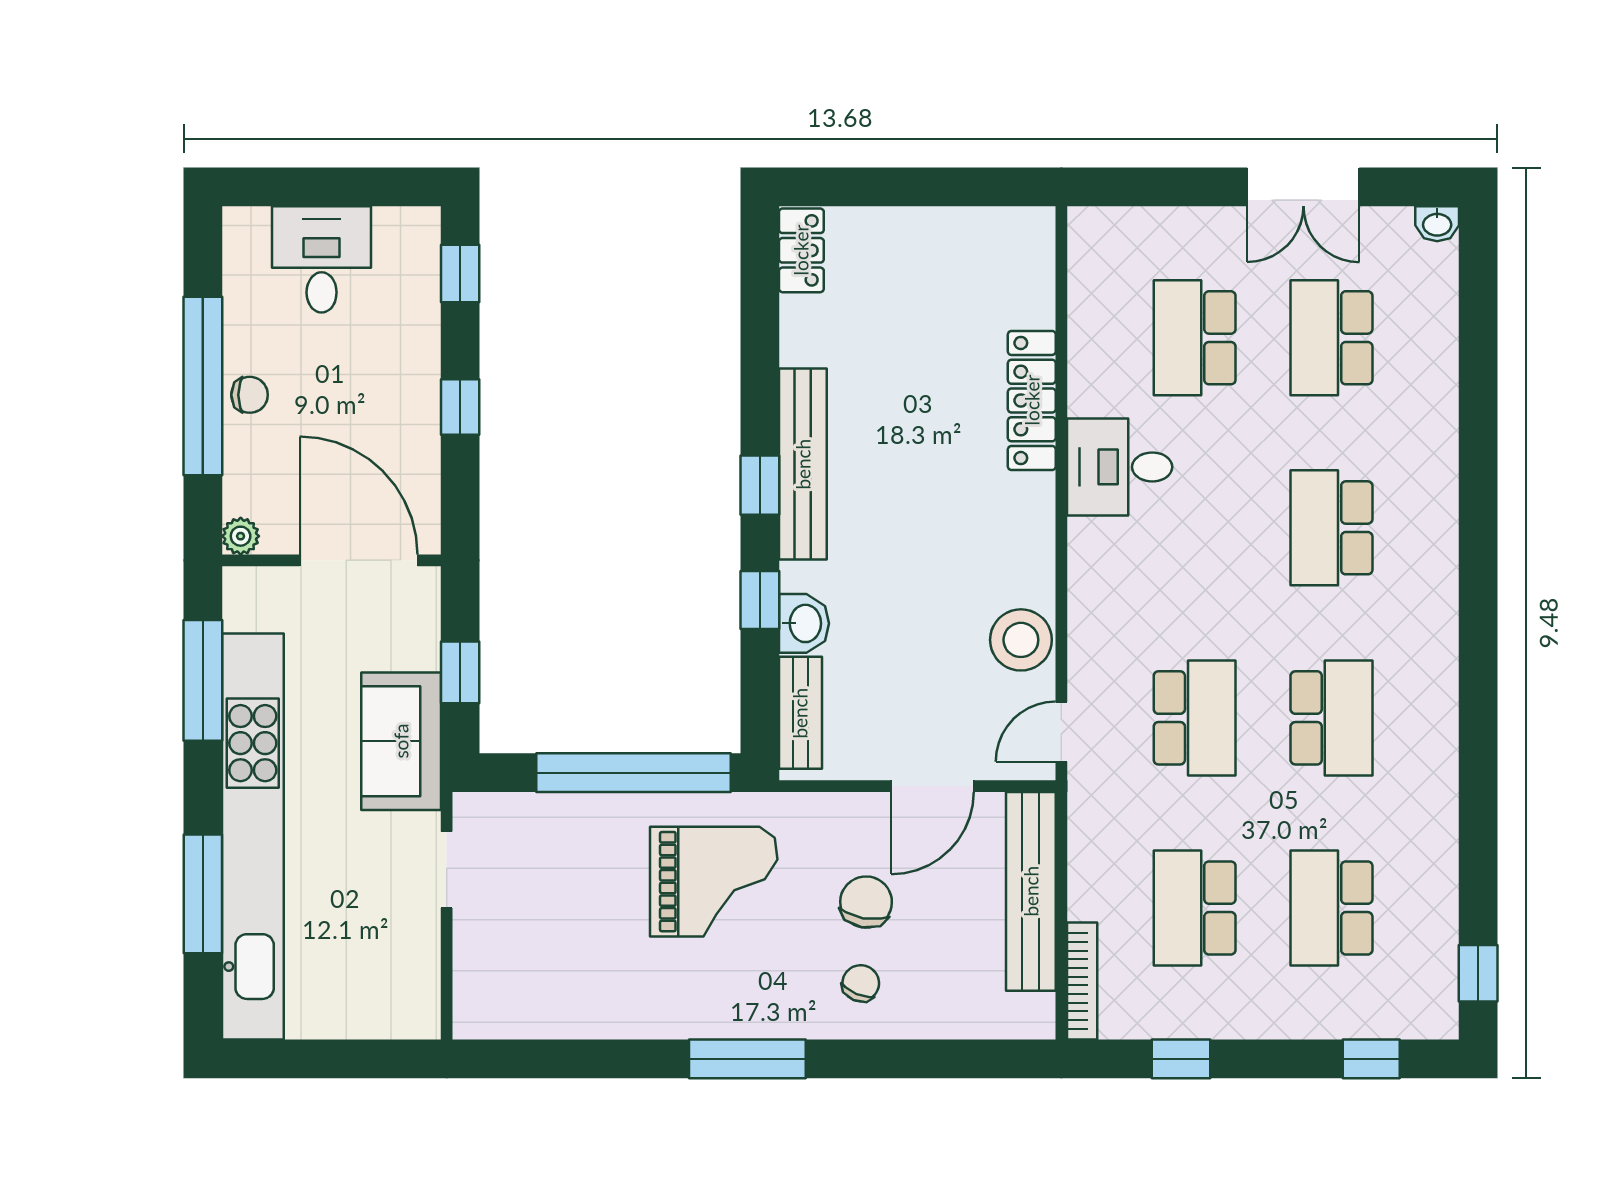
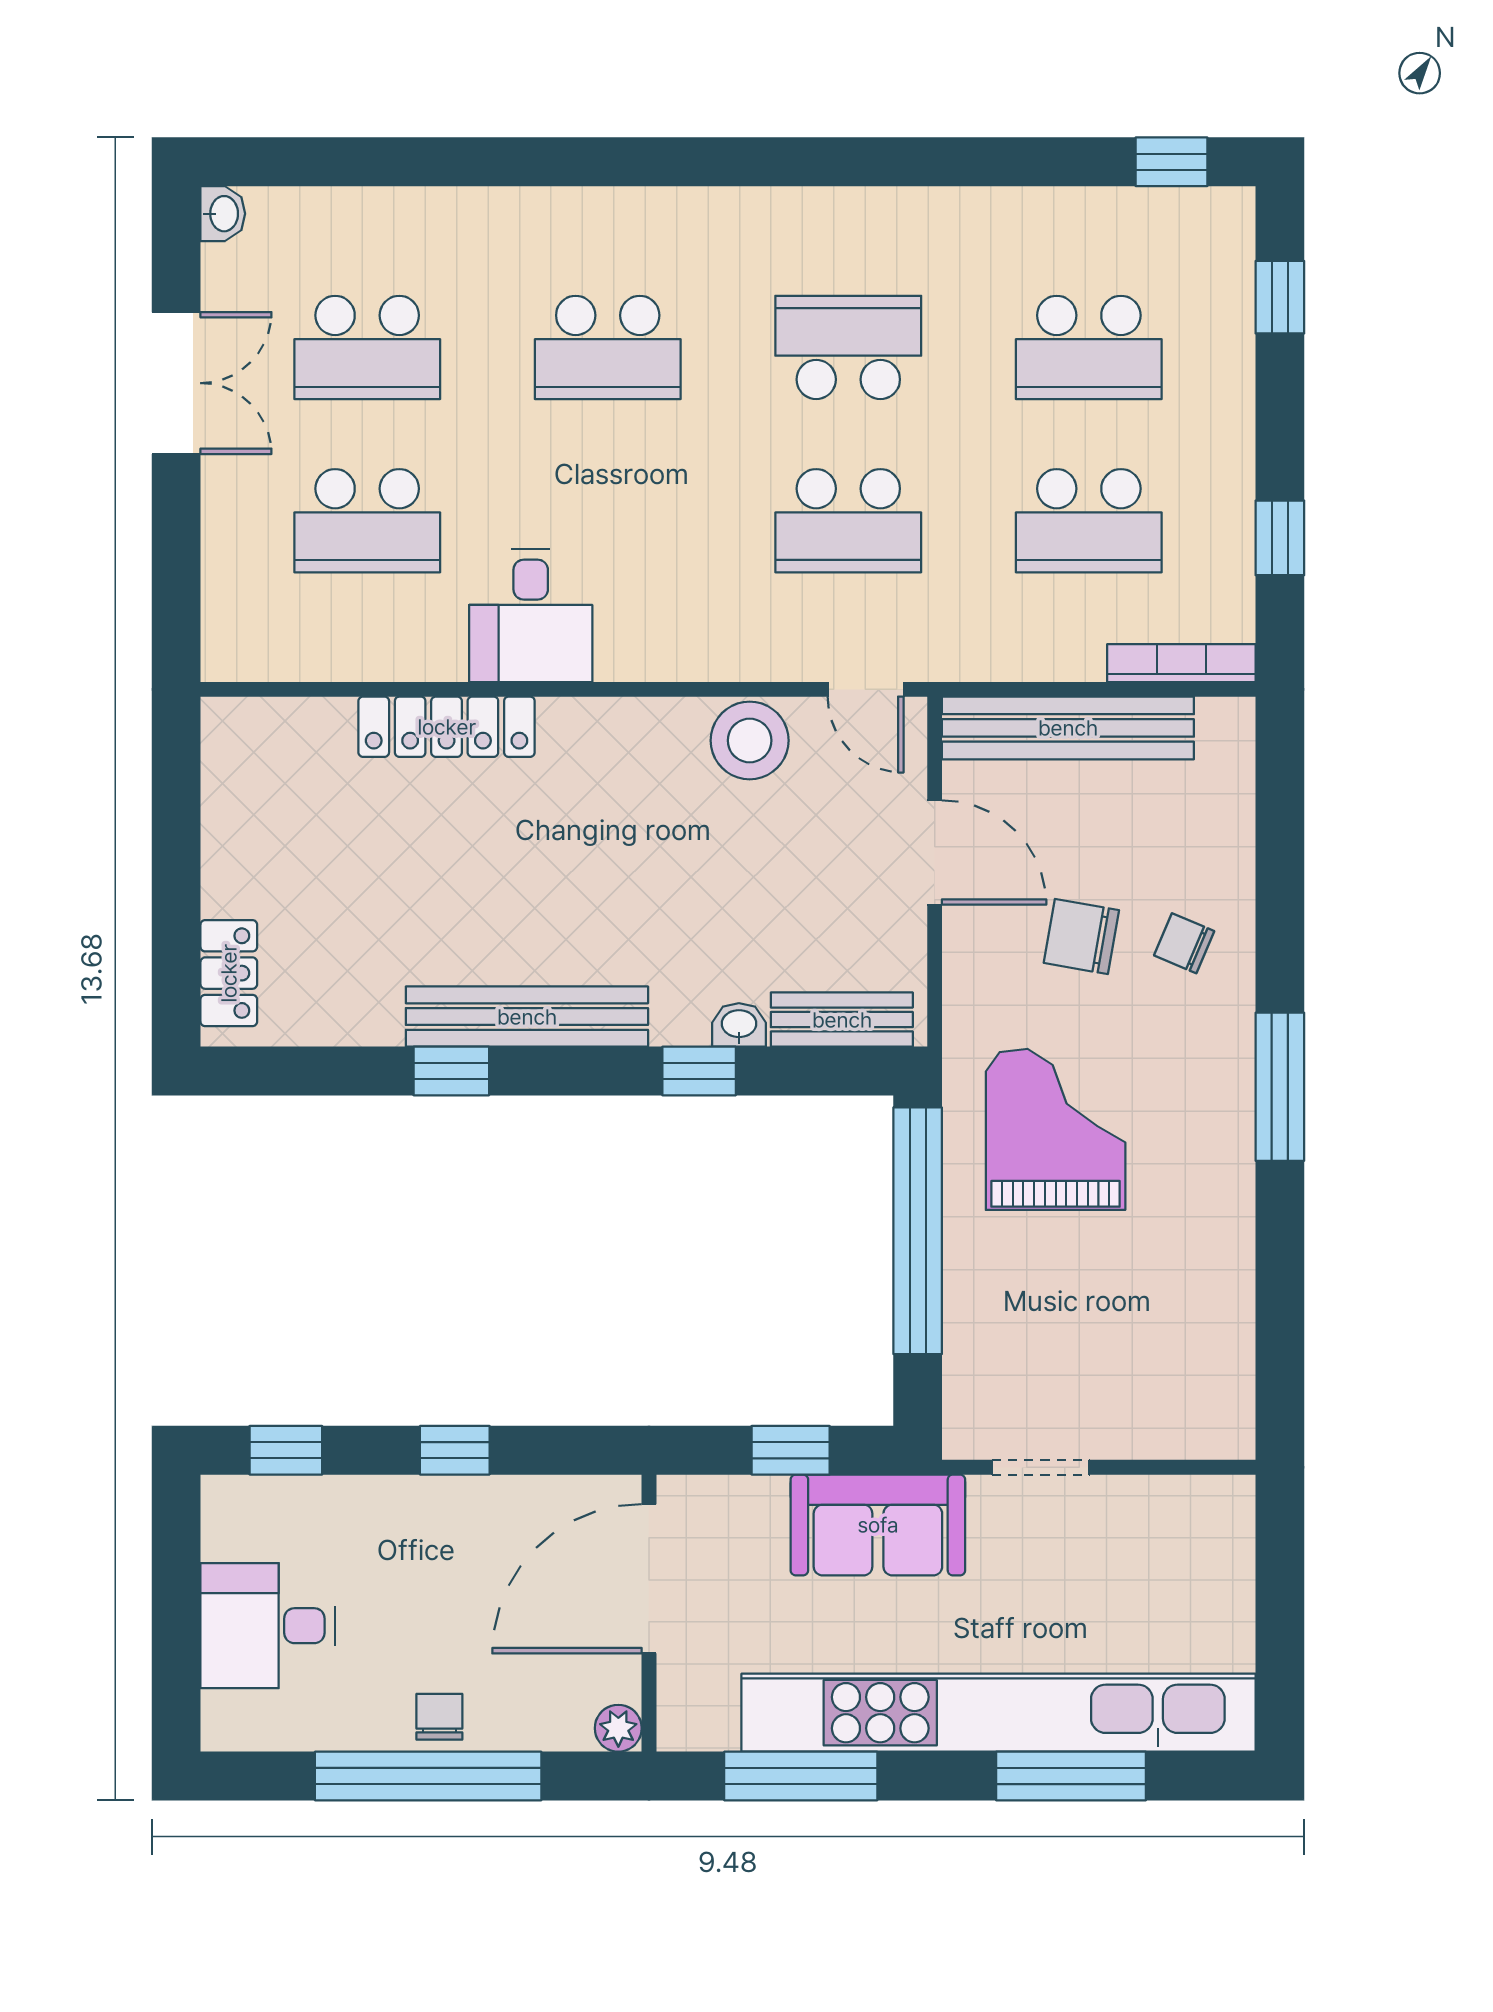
locker: (801, 250) -> (229, 973), moved, turned 90
window: (760, 485) -> (451, 1071), moved
washbasin: (804, 623) -> (739, 1025), width x0.72, depth x0.69
school desk: (1195, 718) -> (848, 521), turned 180

